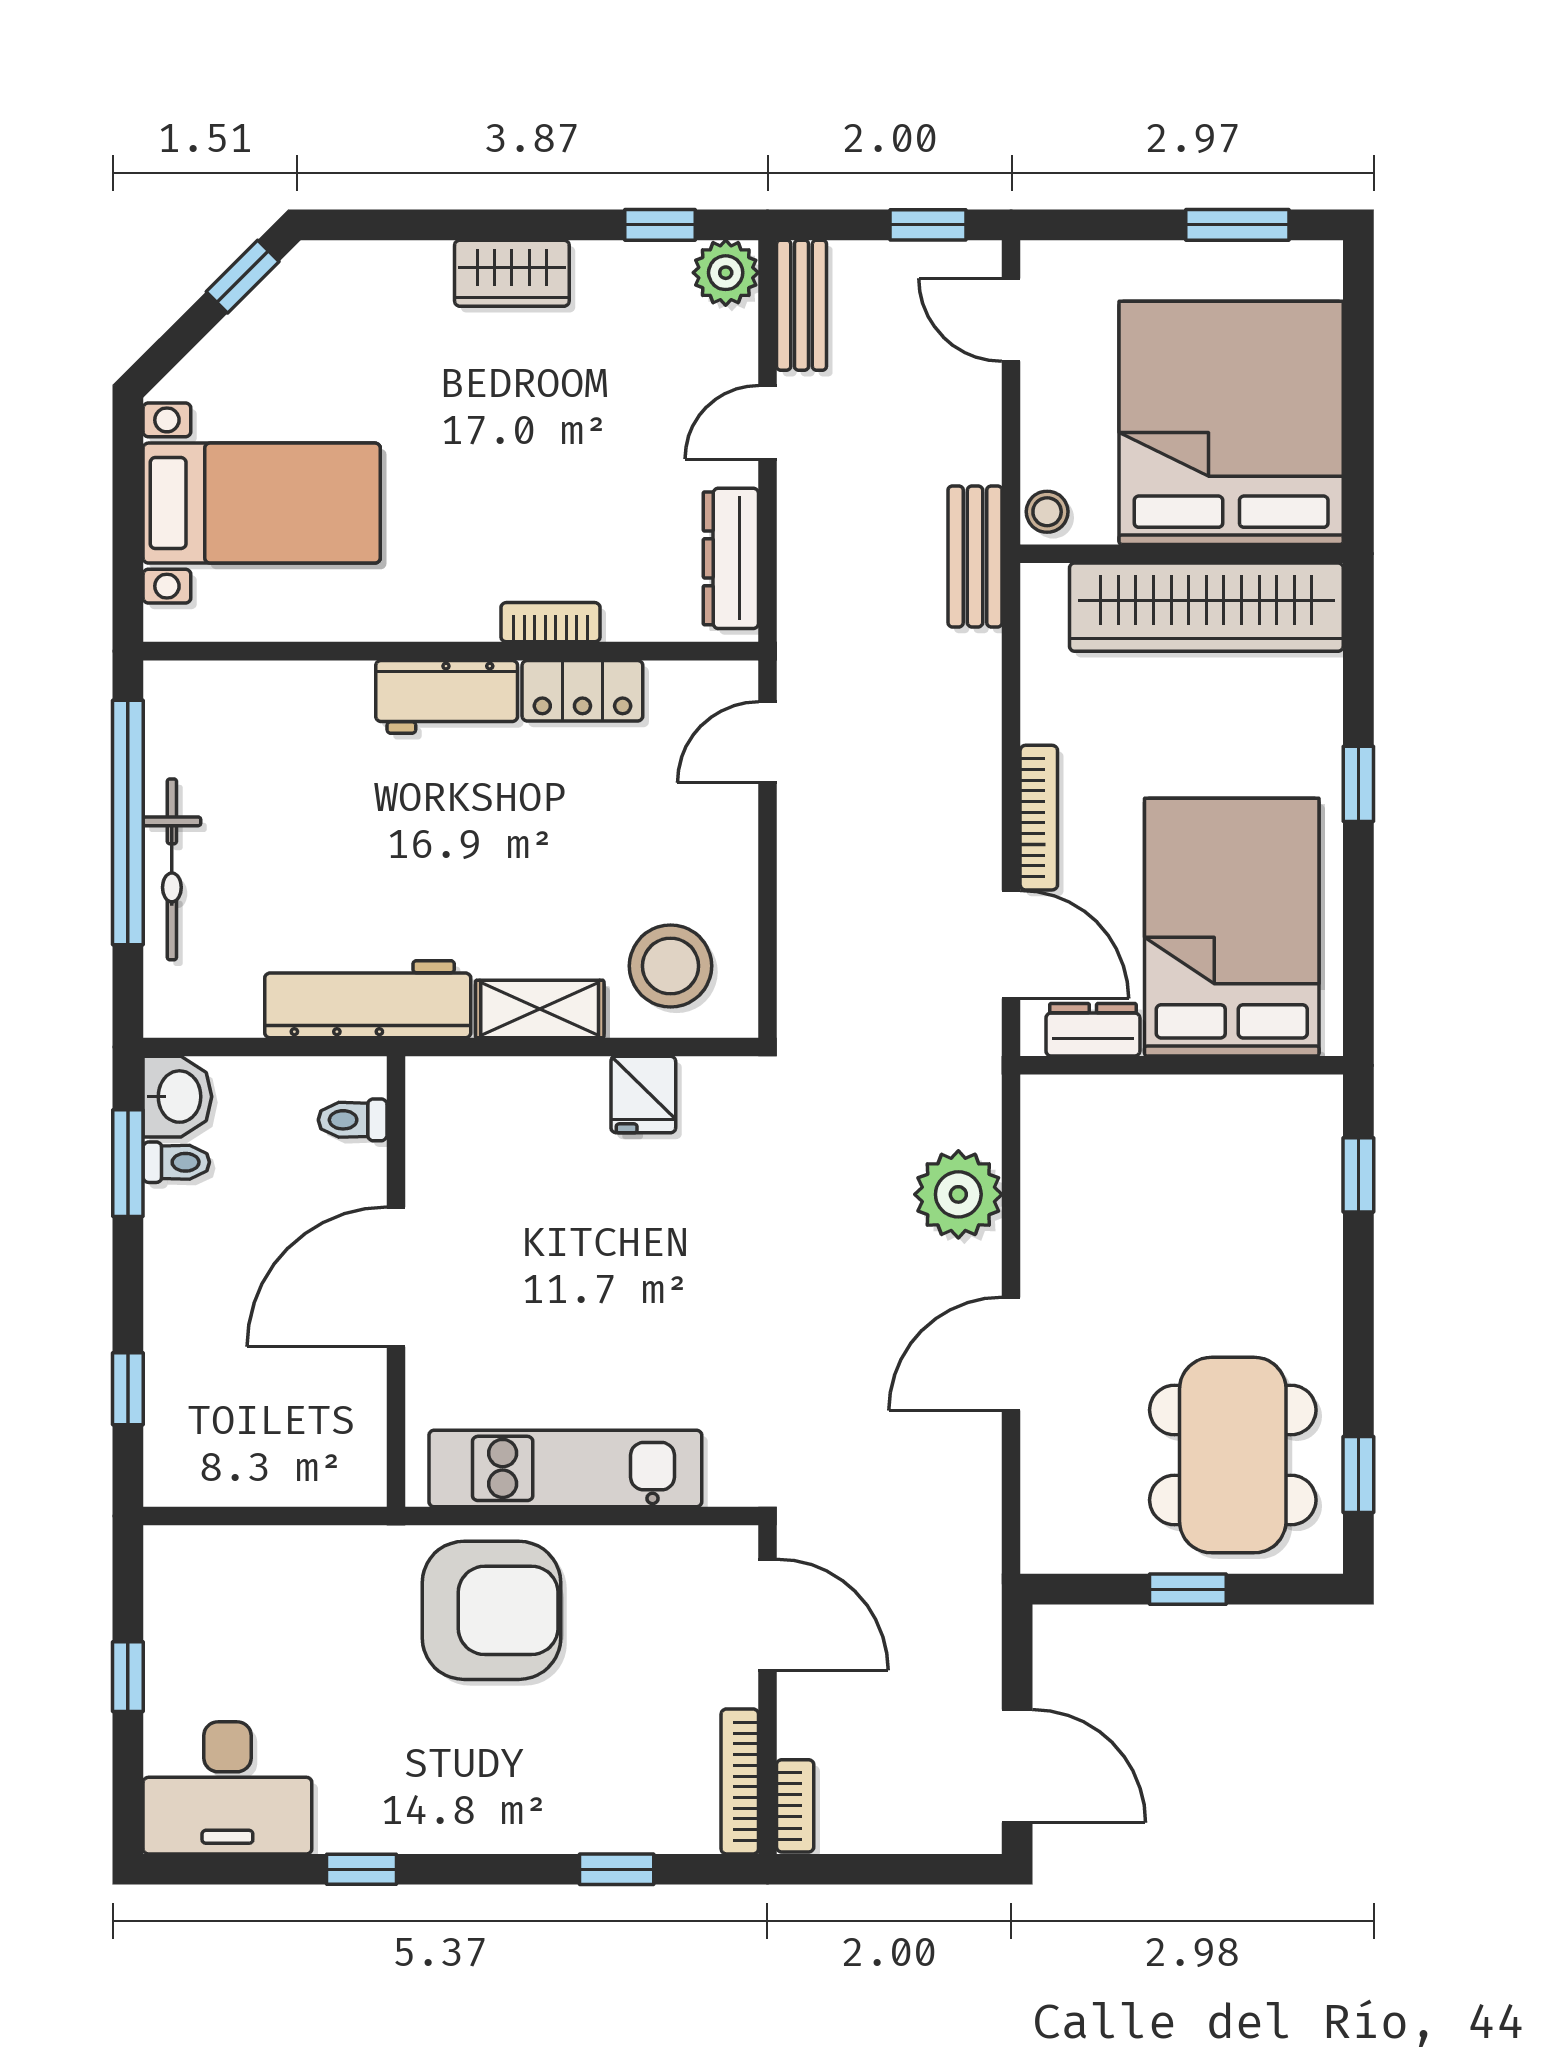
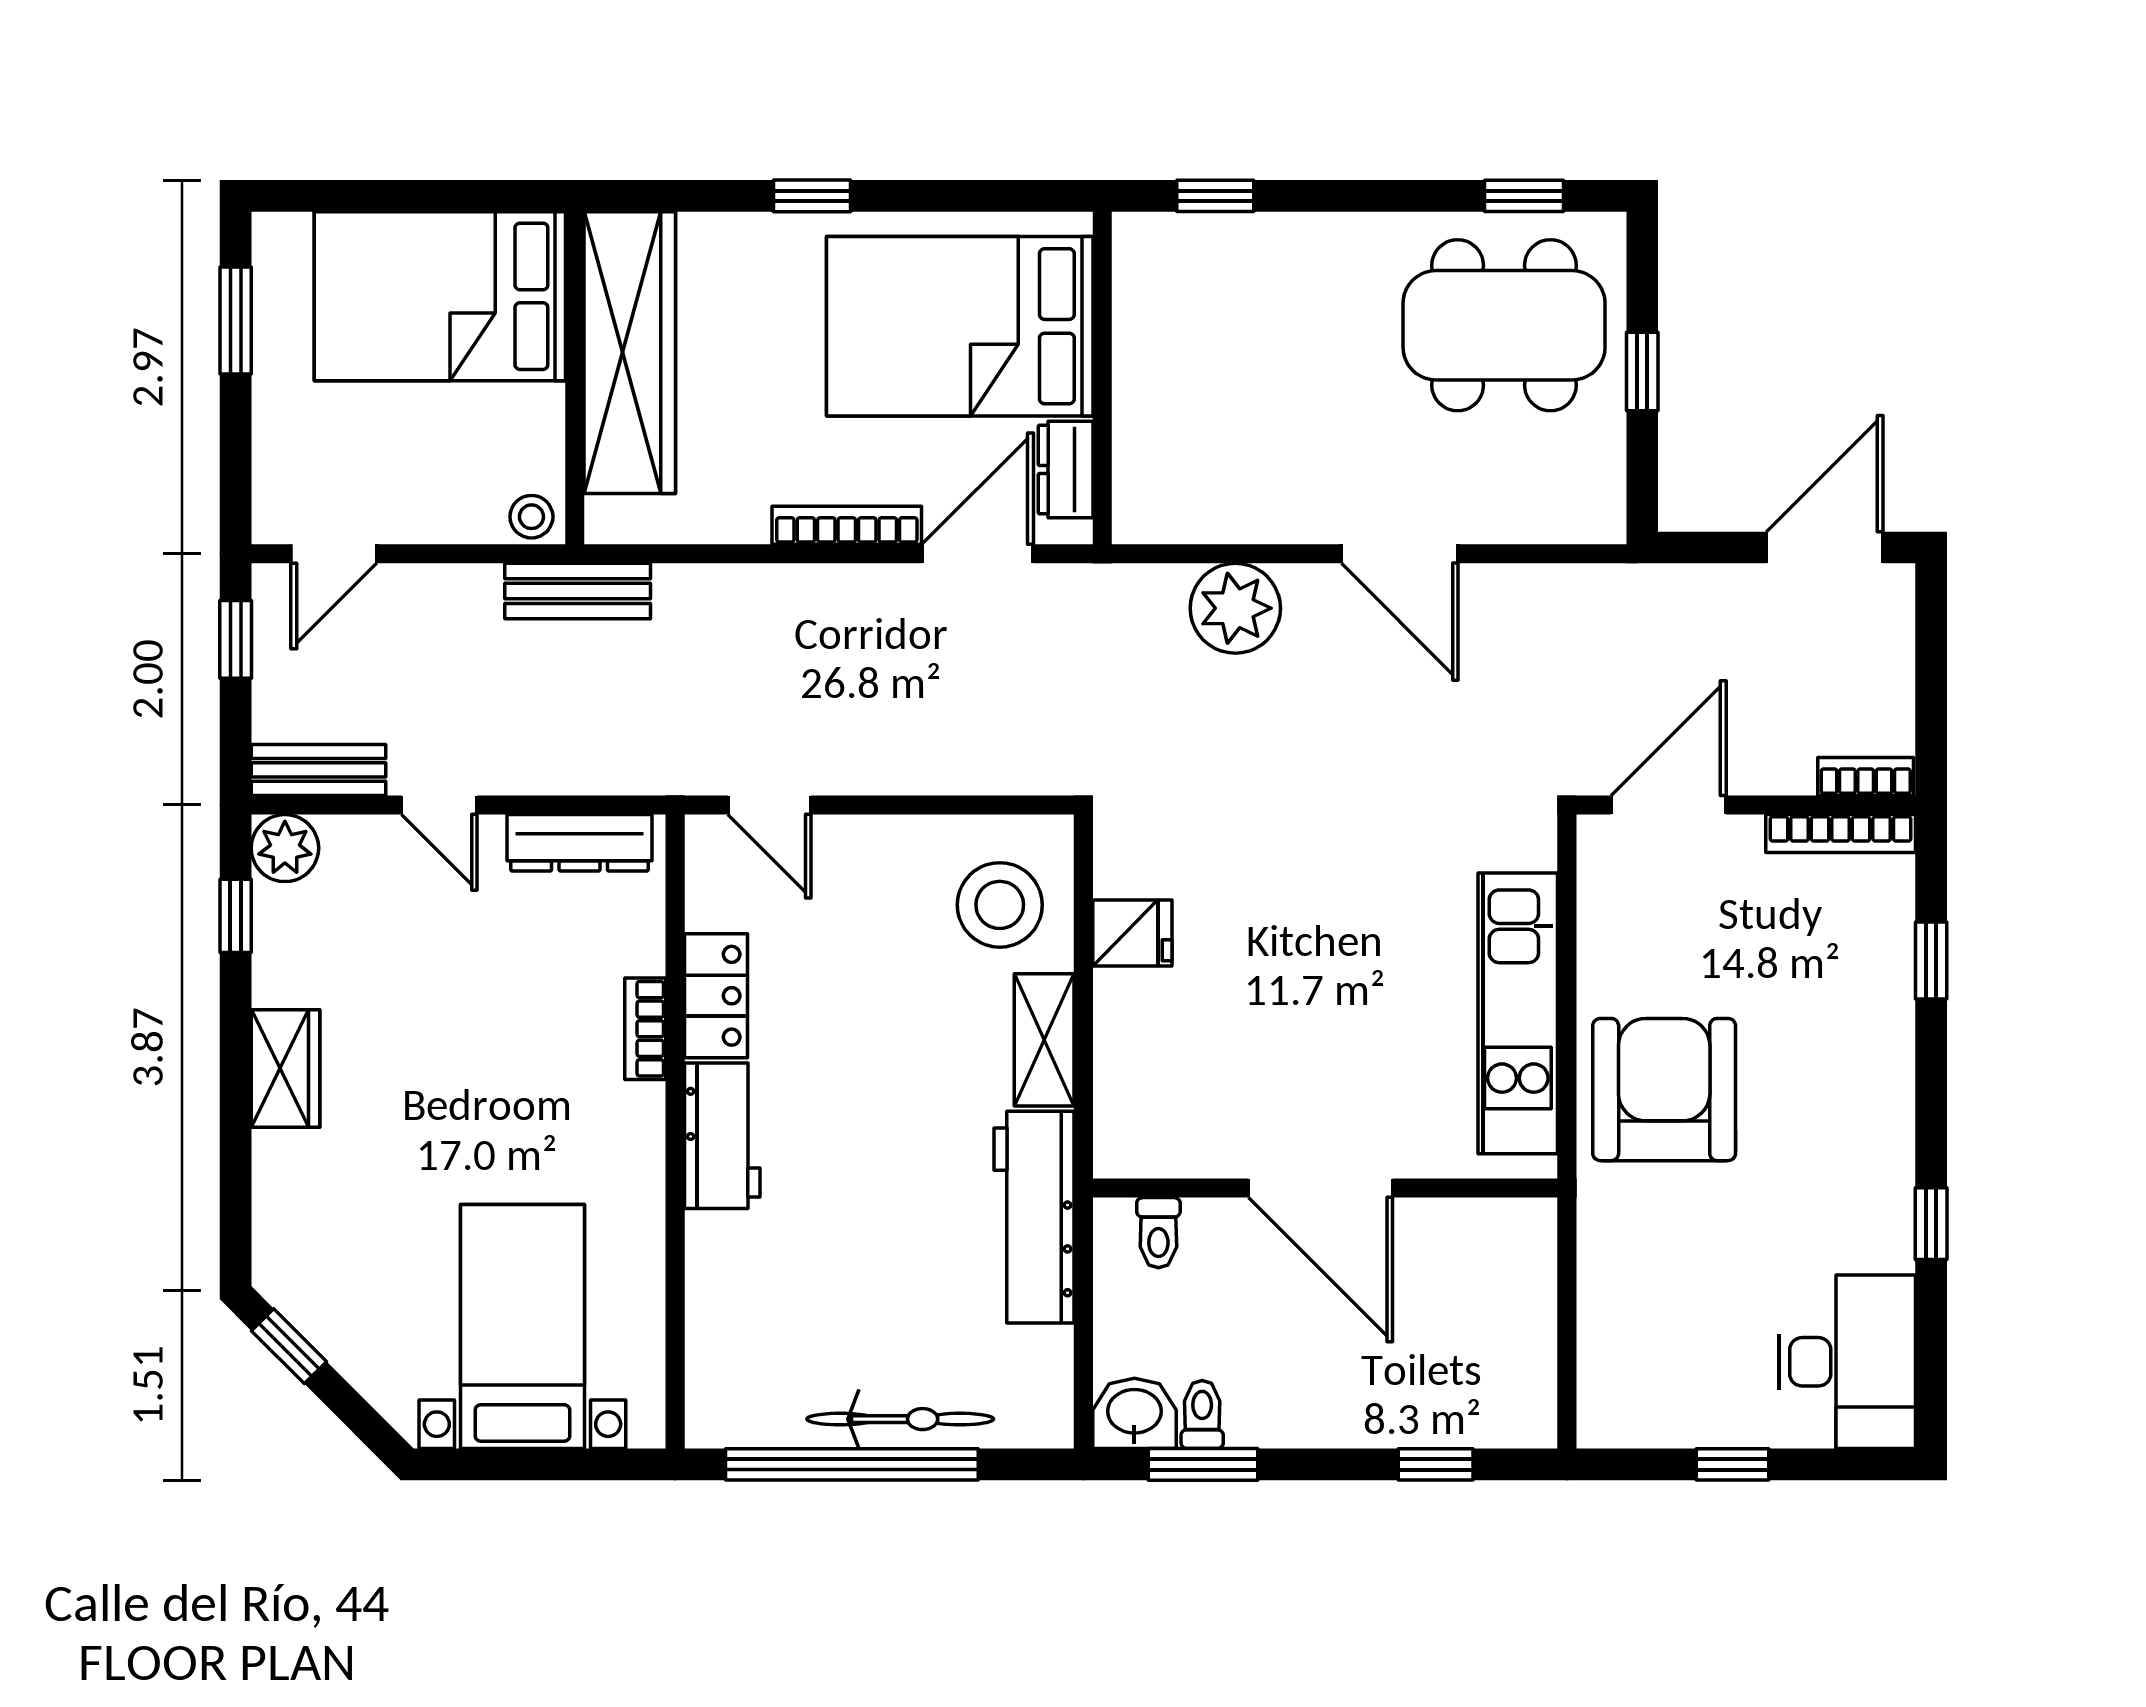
bed: (1231, 423) -> (440, 296), width x0.73

